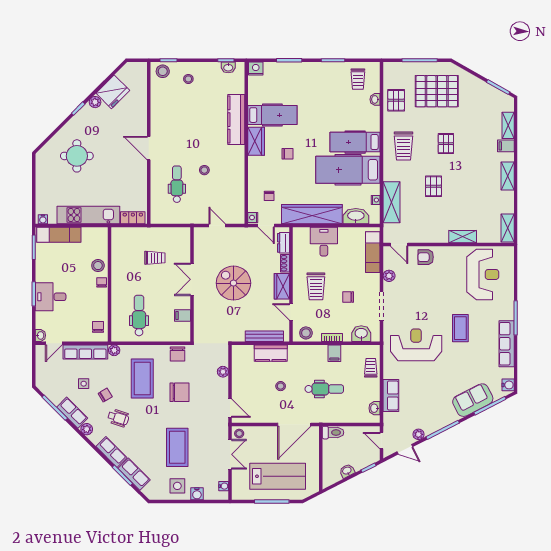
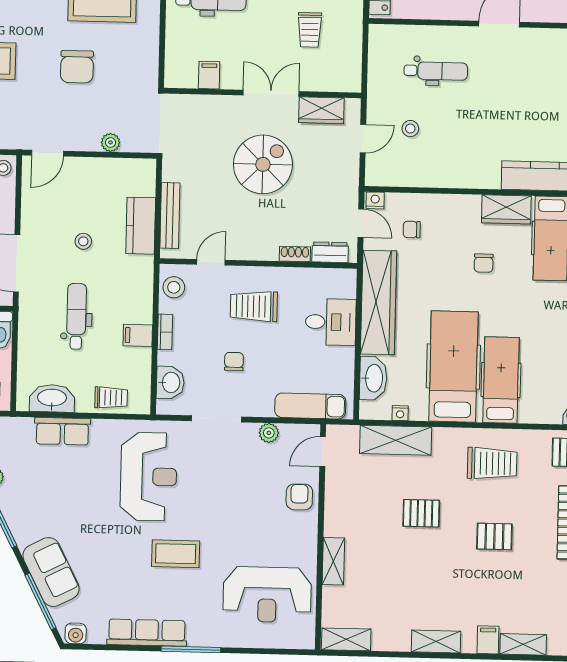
trolley: (404, 146) -> (492, 463), turned 180
stool: (204, 170) -> (410, 129), moved
door: (266, 225) -> (361, 223), swing flipped
wardrobe: (282, 286) -> (321, 110), moved, turned 180
chair: (177, 354) -> (143, 65), removed
dental chair: (324, 389) -> (76, 316), turned 180
washbasin: (375, 408) -> (52, 398), width x1.91, depth x1.45

